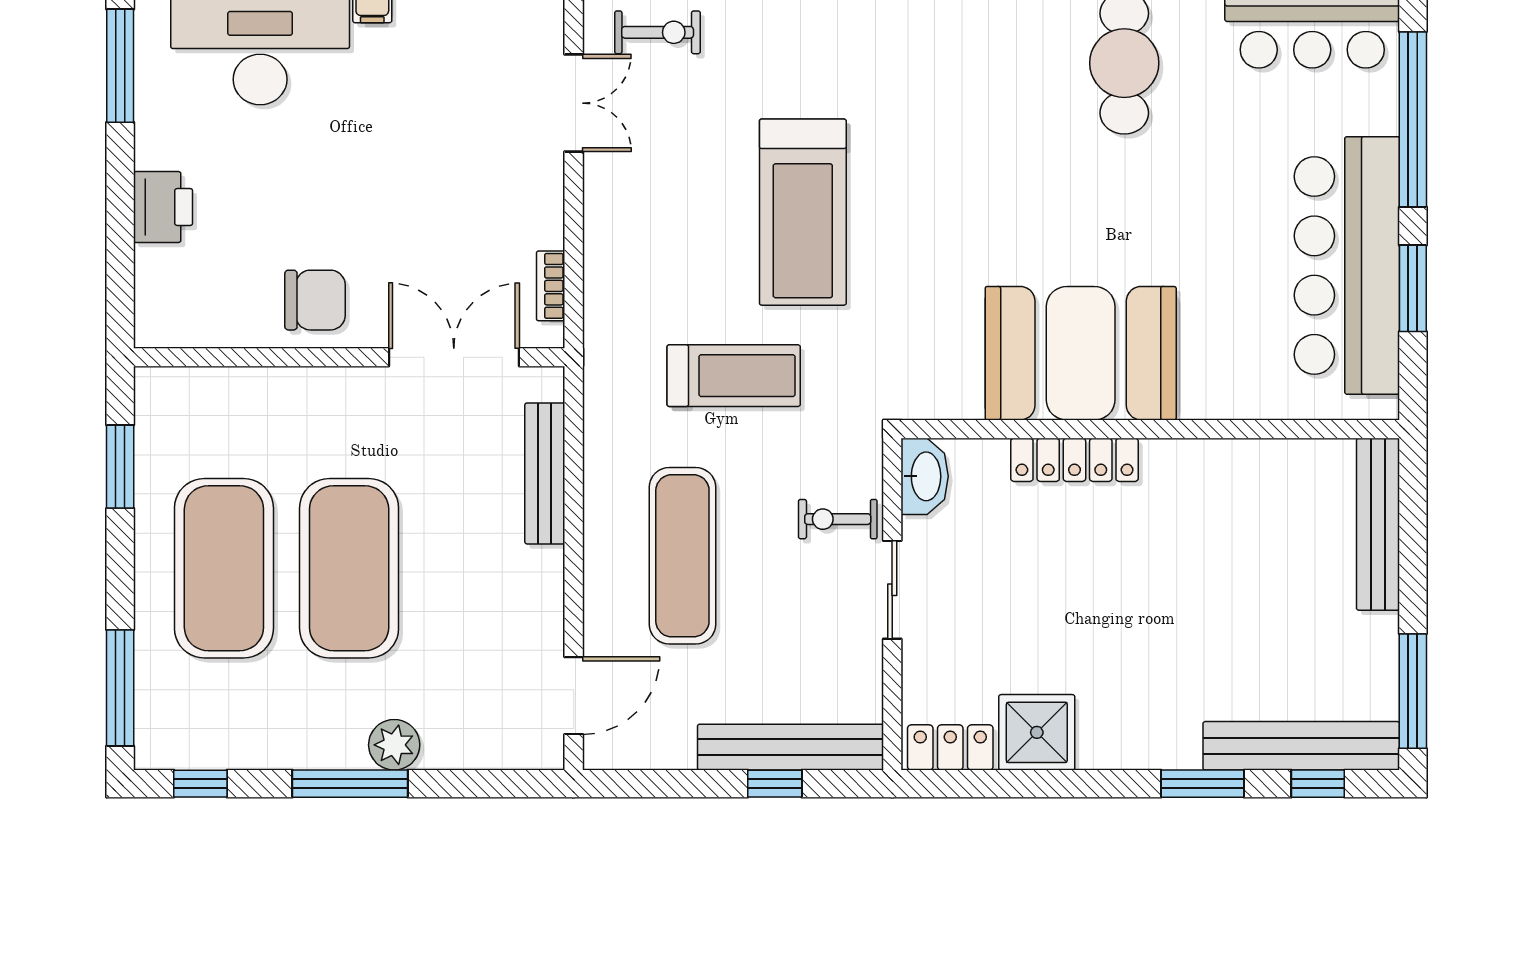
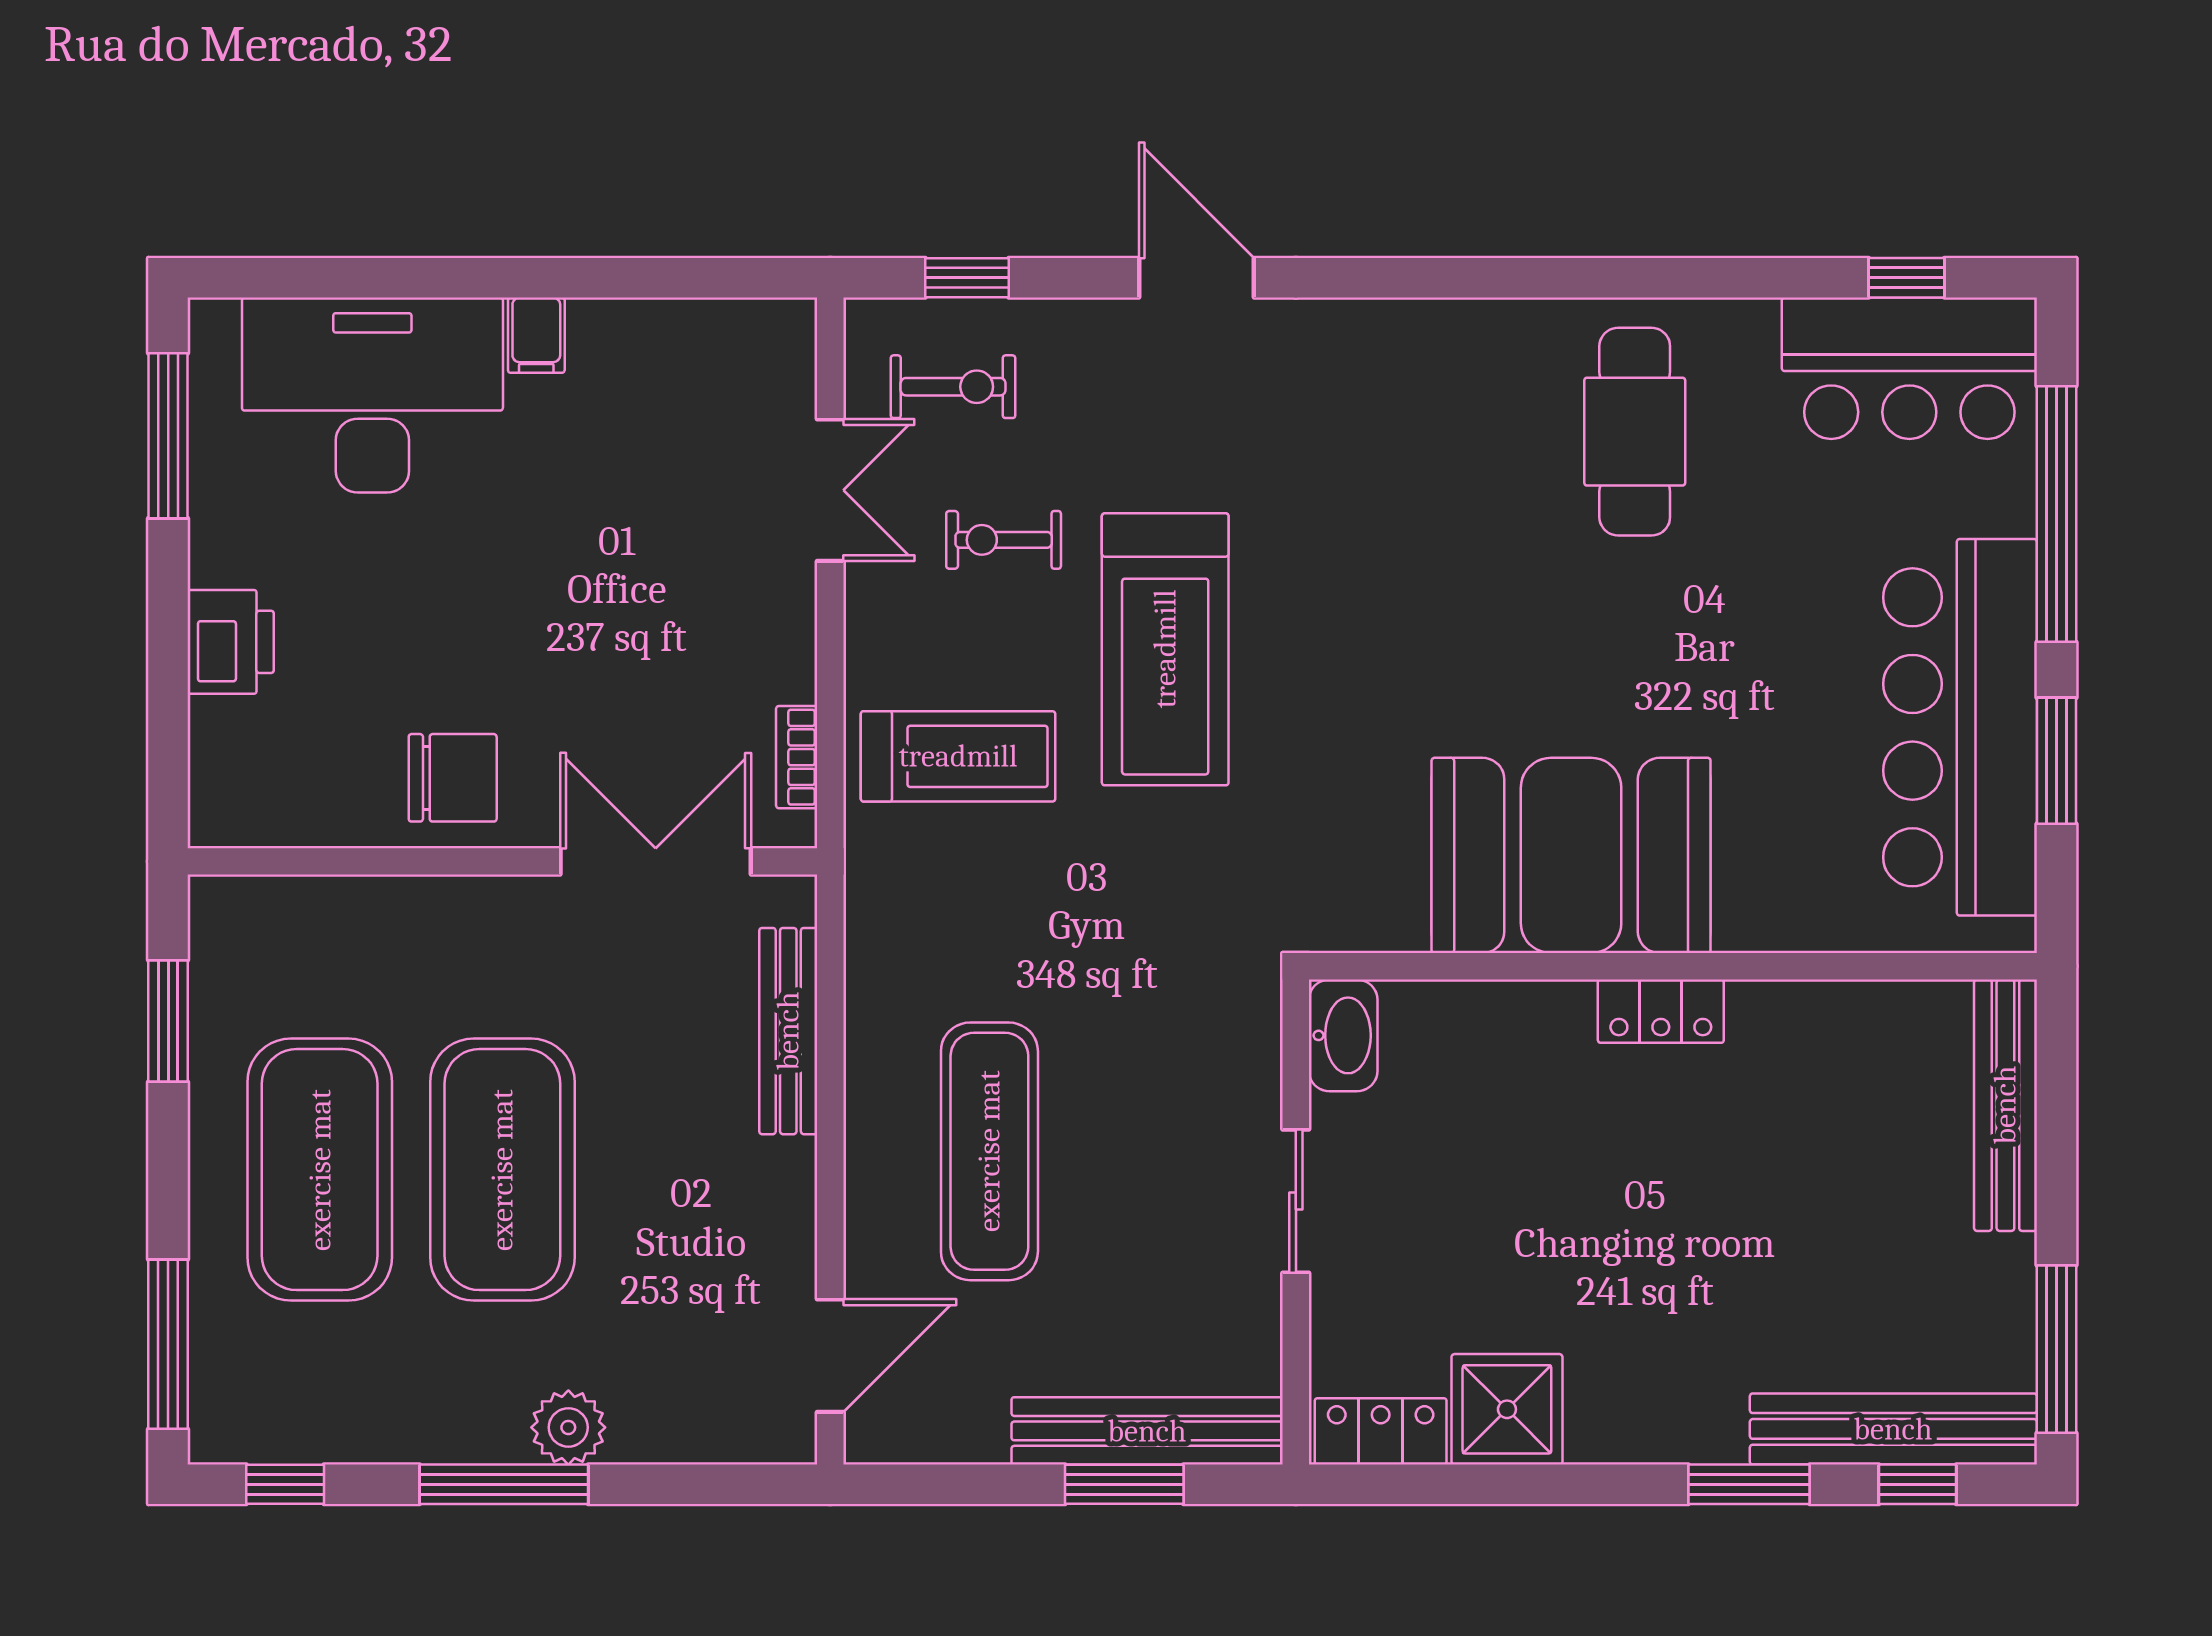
treadmill: (734, 376) -> (958, 756), moved
locker: (1074, 460) -> (1661, 1011), moved, width x0.66
exercise bike: (838, 519) -> (1004, 540), moved
window: (775, 784) -> (1124, 1484), width x1.50

